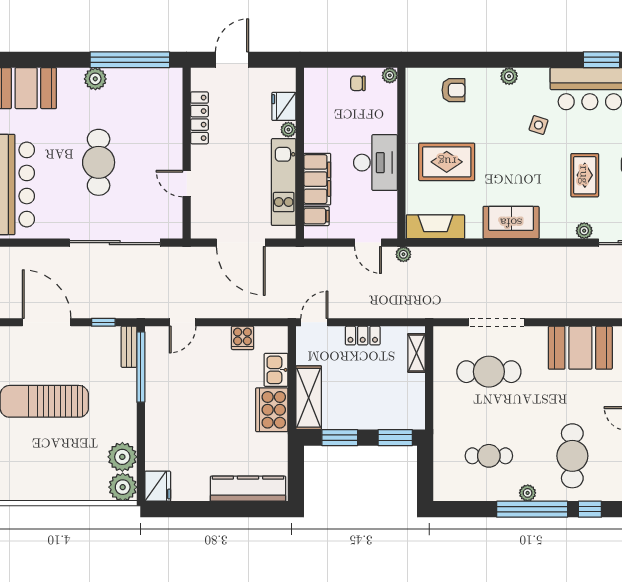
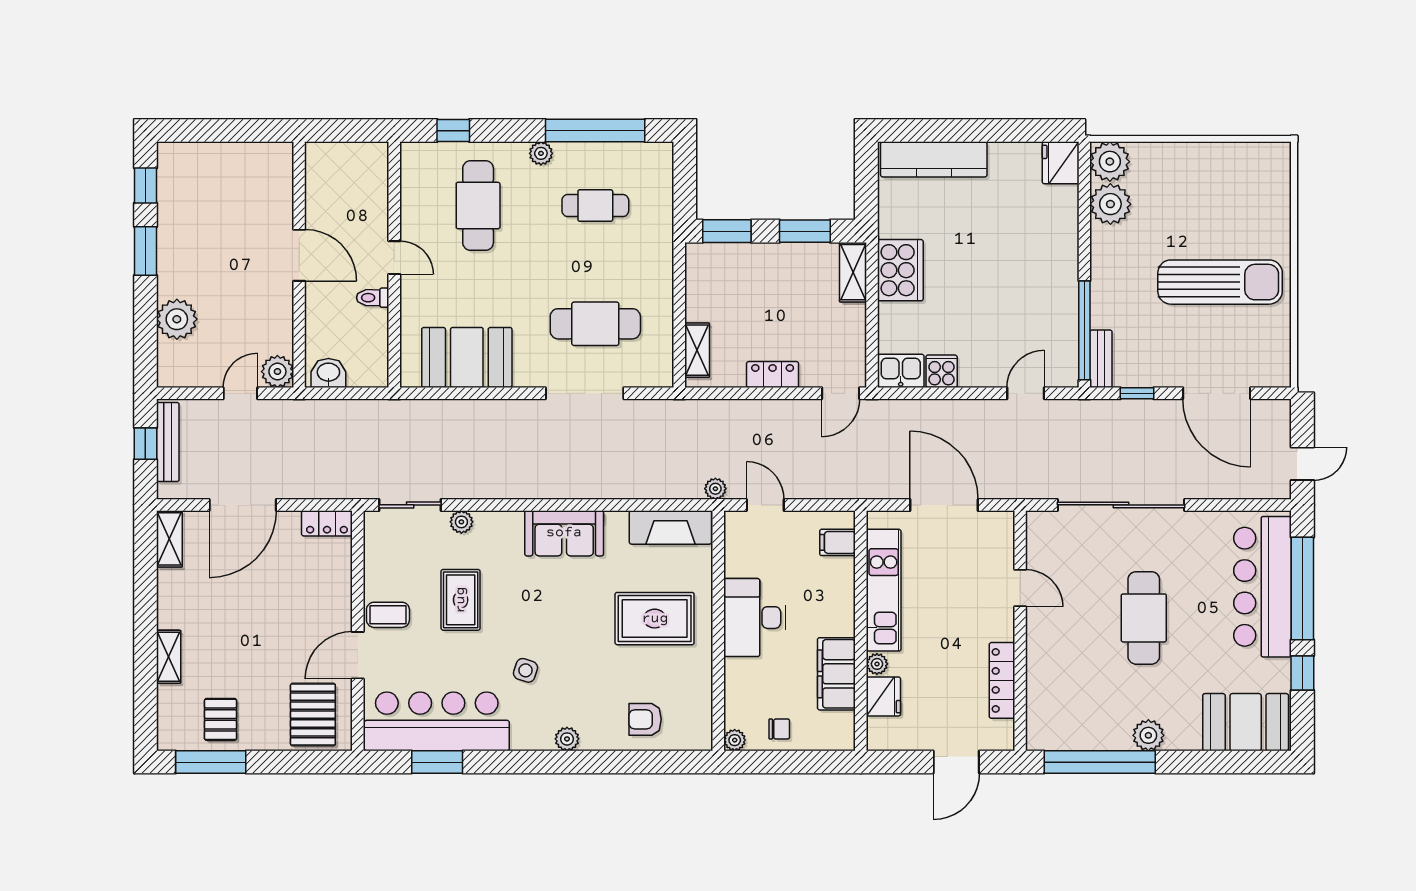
filing cabinet: (317, 179) -> (836, 674), moved
kitchen sink: (276, 370) -> (901, 371), moved, turned -90
shelving: (309, 398) -> (853, 272), width x0.67, depth x0.75
window: (532, 509) -> (595, 131), moved

